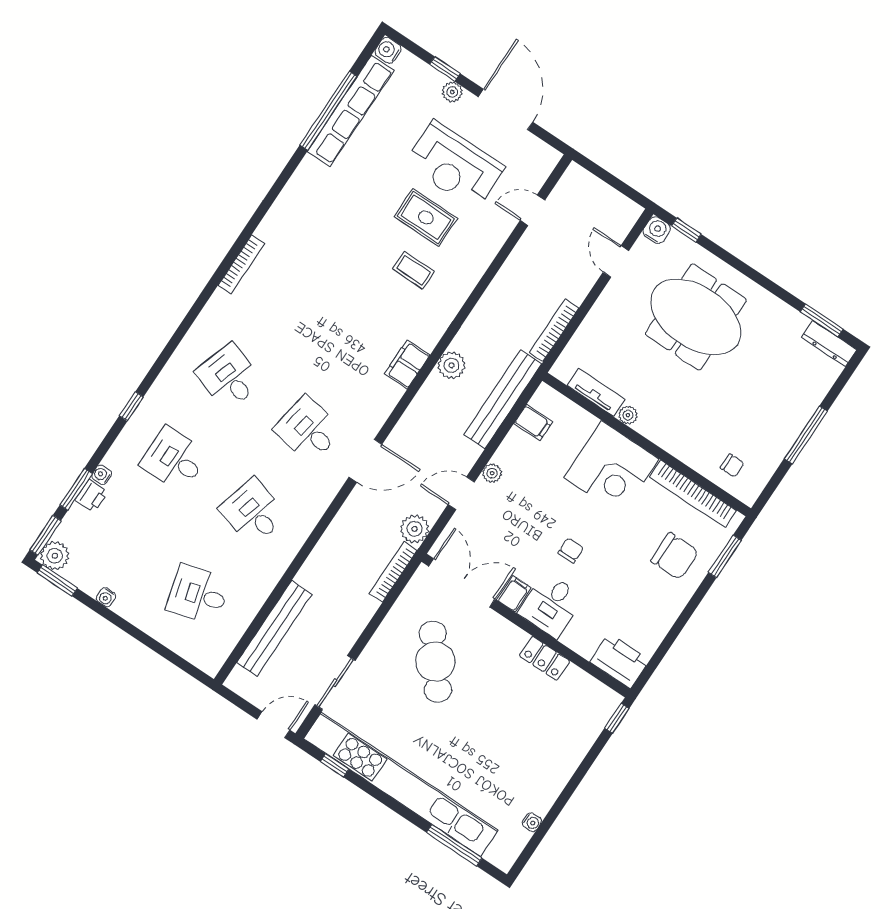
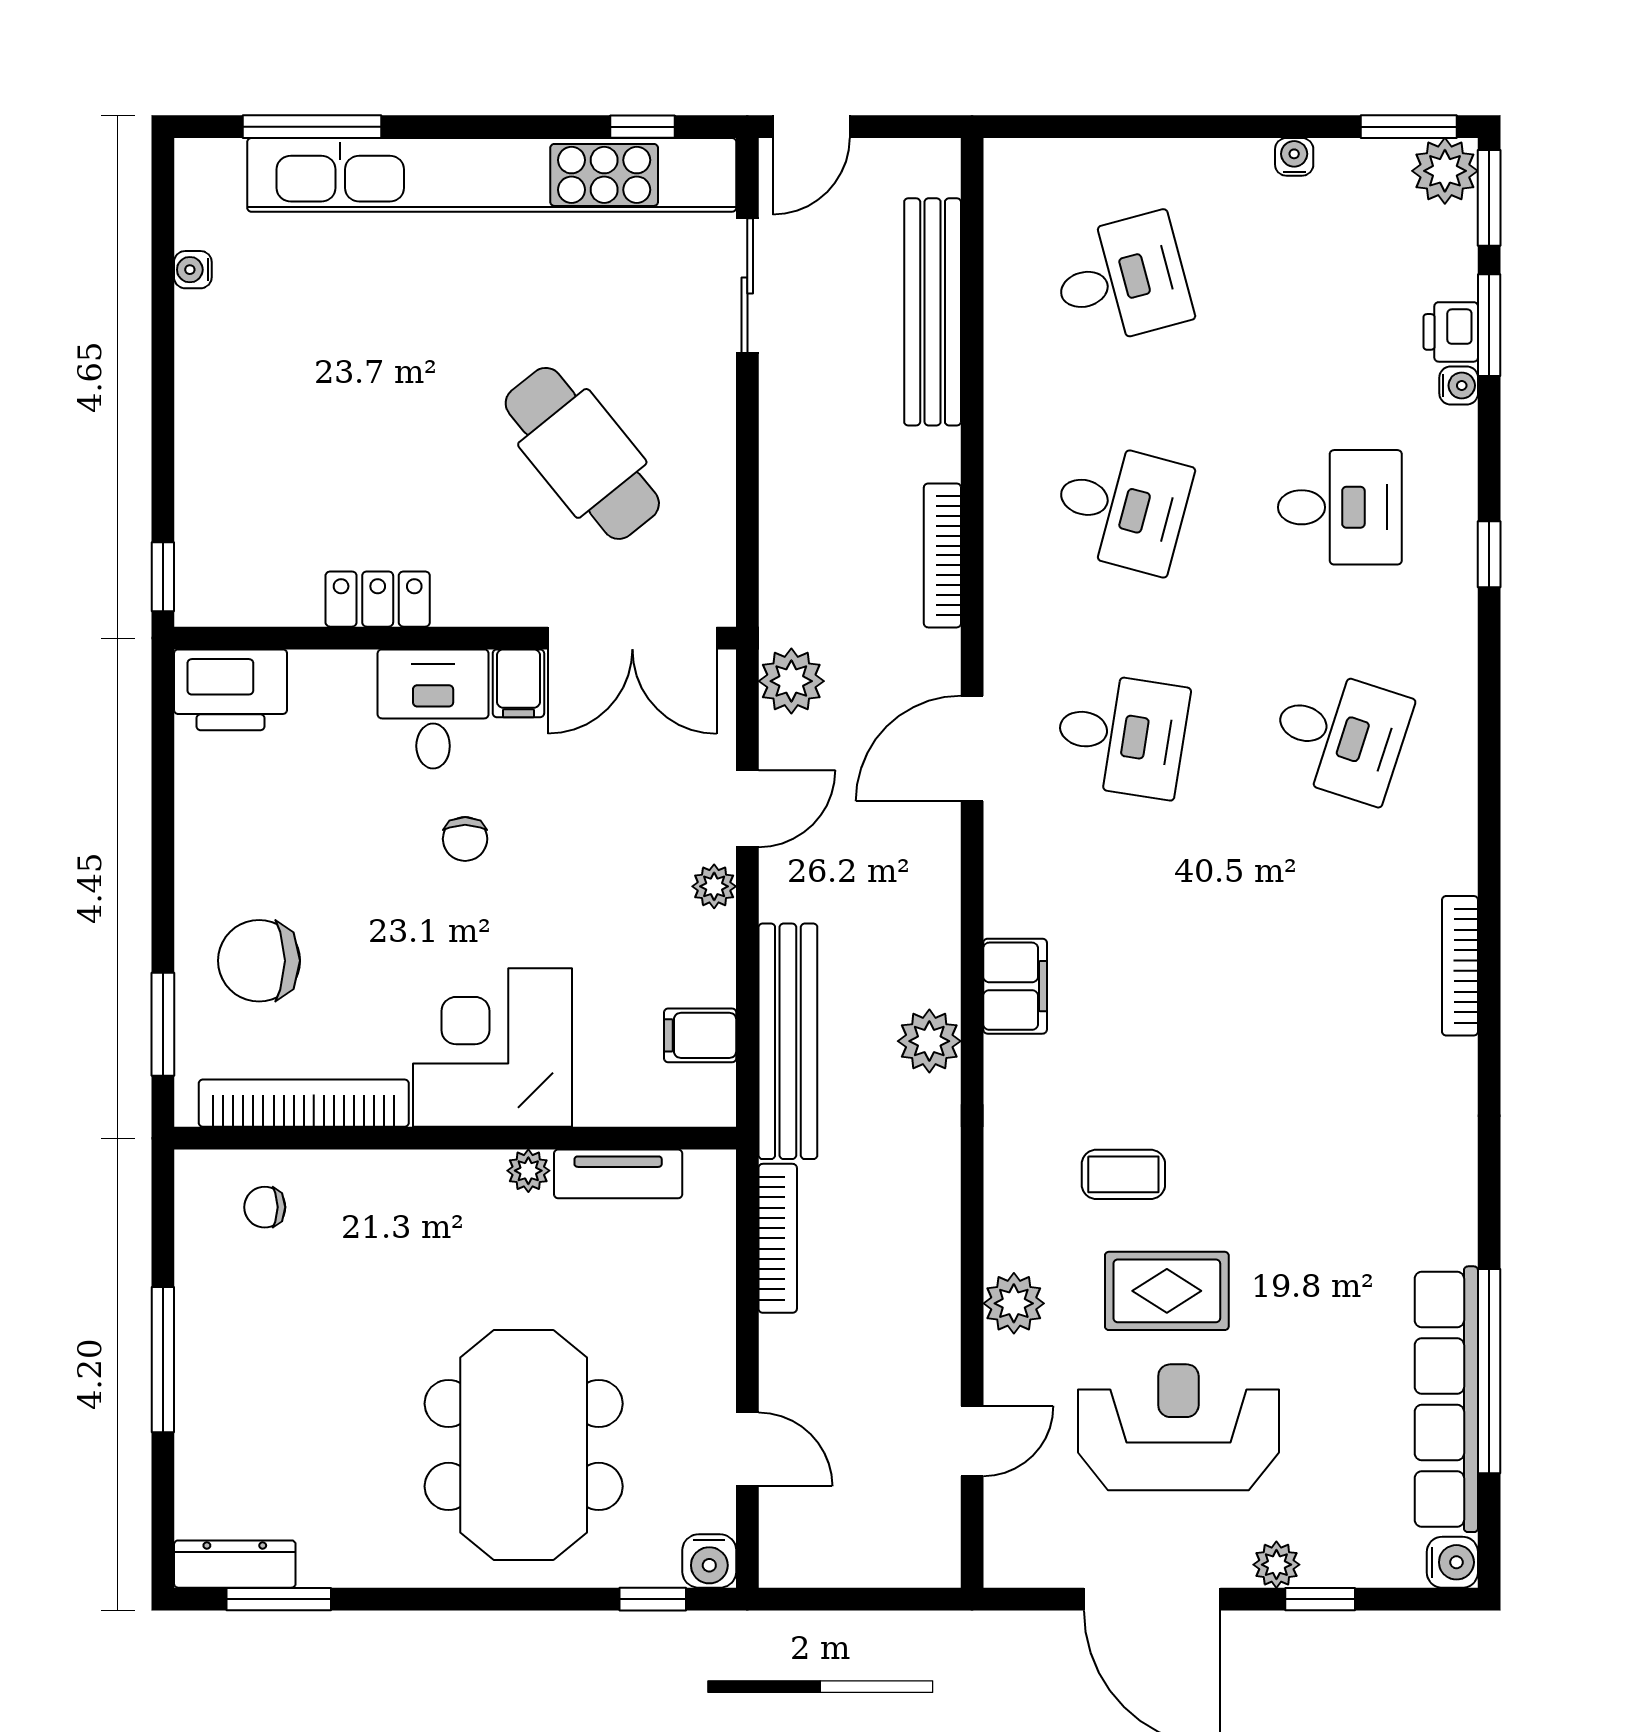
plant: (484, 250) -> (1014, 1303), added
meeting table: (696, 317) -> (524, 1445), turned 90
bookcase: (393, 572) -> (942, 555), moved, turned 180

